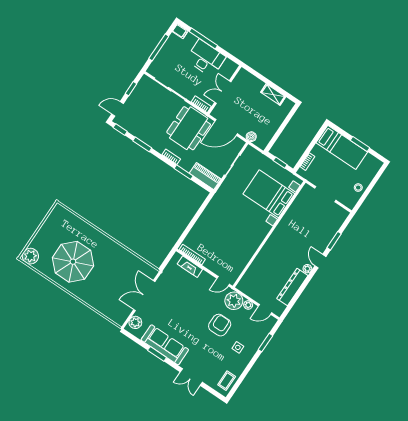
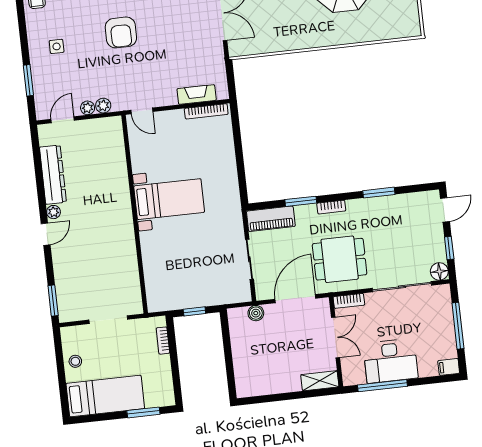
window: (203, 38) -> (382, 386), moved
floor lamp: (145, 81) -> (439, 271), added
shelving: (273, 95) -> (320, 381), moved
dining table: (189, 128) -> (340, 259), width x0.73
window: (120, 129) -> (420, 188), removed
window: (360, 144) -> (143, 412), moved
bed: (342, 147) -> (105, 396), moved, turned 180
bed with nightstands: (269, 194) -> (169, 199), moved, width x0.73
window: (334, 241) -> (53, 301), moved
door: (320, 261) -> (46, 234), hinge flipped
door: (223, 281) -> (142, 111), swing flipped
plant: (234, 301) -> (103, 106), width x0.53, depth x0.53
armchair: (220, 325) -> (121, 32), moved

